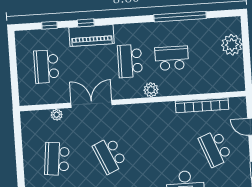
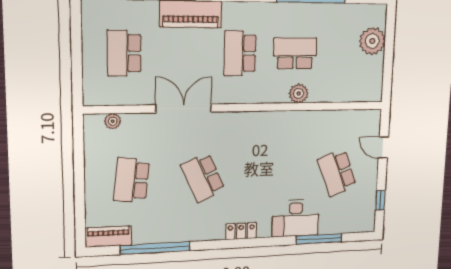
plant: (151, 90) -> (299, 93), moved
bookcase: (202, 105) -> (327, 118), removed
plant: (57, 115) -> (113, 121), moved

